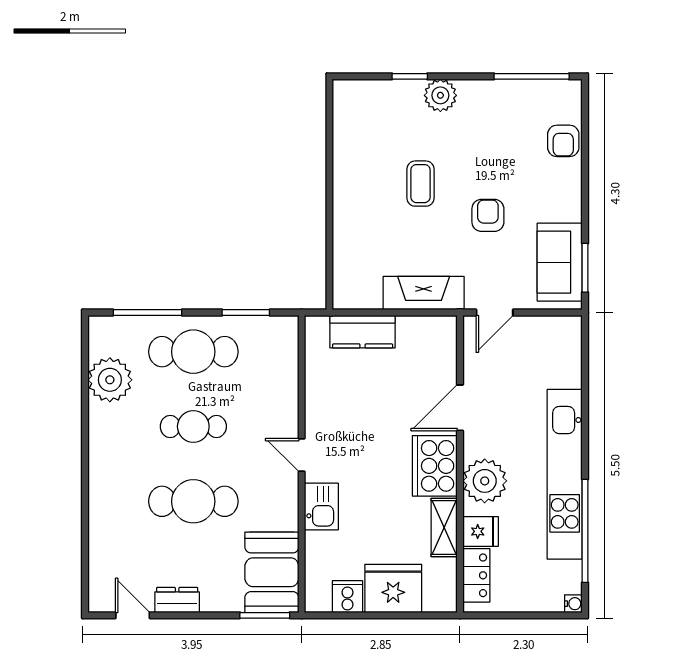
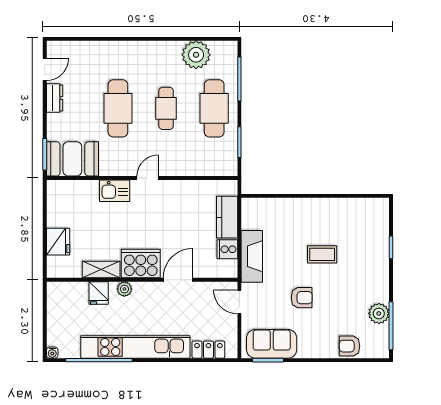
plant: (440, 95) -> (379, 313), moved
door: (460, 408) -> (178, 280), hinge flipped
plant: (485, 481) -> (124, 289), width x0.53, depth x0.53
locker: (476, 575) -> (208, 350), moved, turned 180
fridge: (393, 588) -> (58, 242), width x0.73, depth x0.75
cooker: (347, 597) -> (227, 249), moved, turned 180

